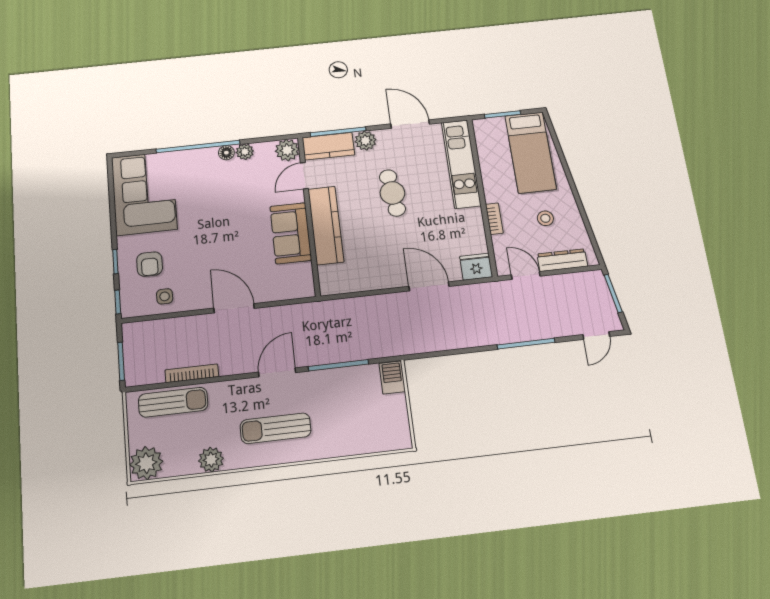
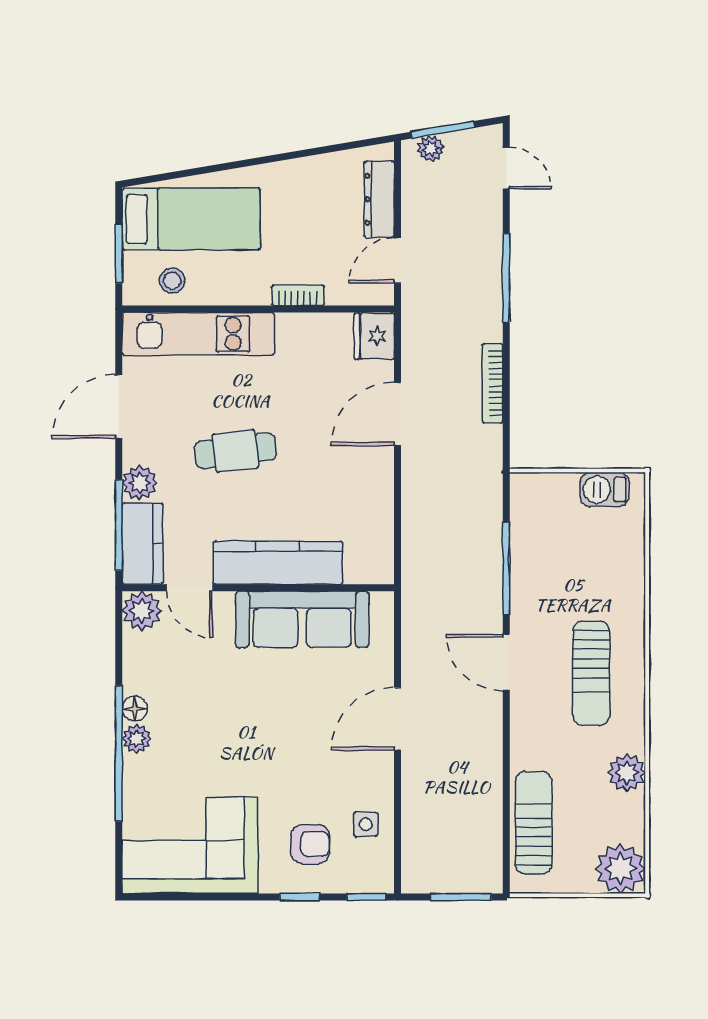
plant: (245, 152) -> (137, 739), moved
stool: (545, 218) -> (172, 281), moved
sofa: (291, 233) -> (302, 619), width x1.36
plant: (600, 288) -> (431, 149), added
bookcase: (192, 373) -> (493, 383), moved
barbecue: (392, 377) -> (605, 489), moved

